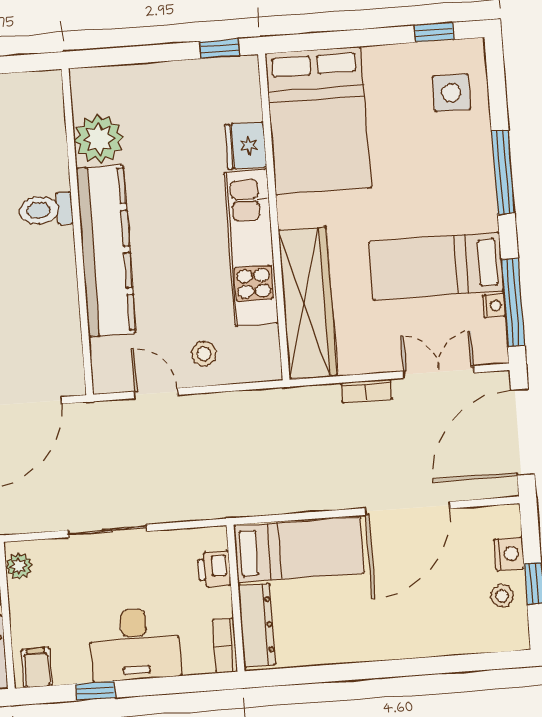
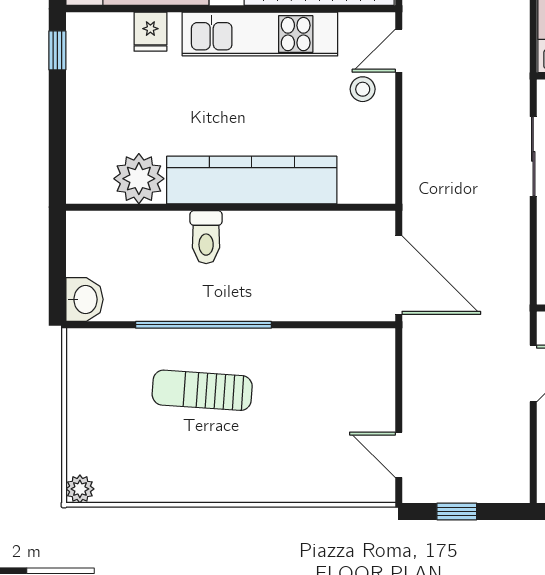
fridge: (246, 146) -> (150, 32), width x0.72
door: (156, 393) -> (399, 51), moved
sliding door: (108, 531) -> (533, 156), moved

